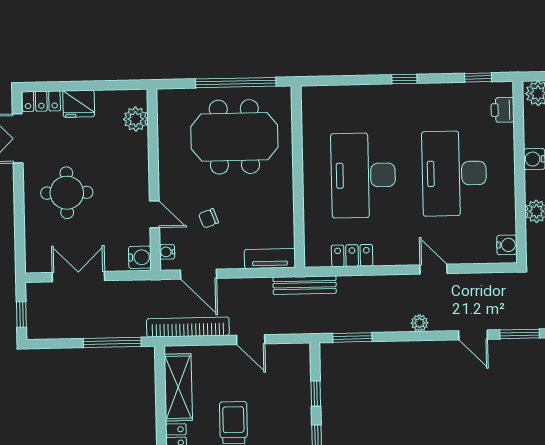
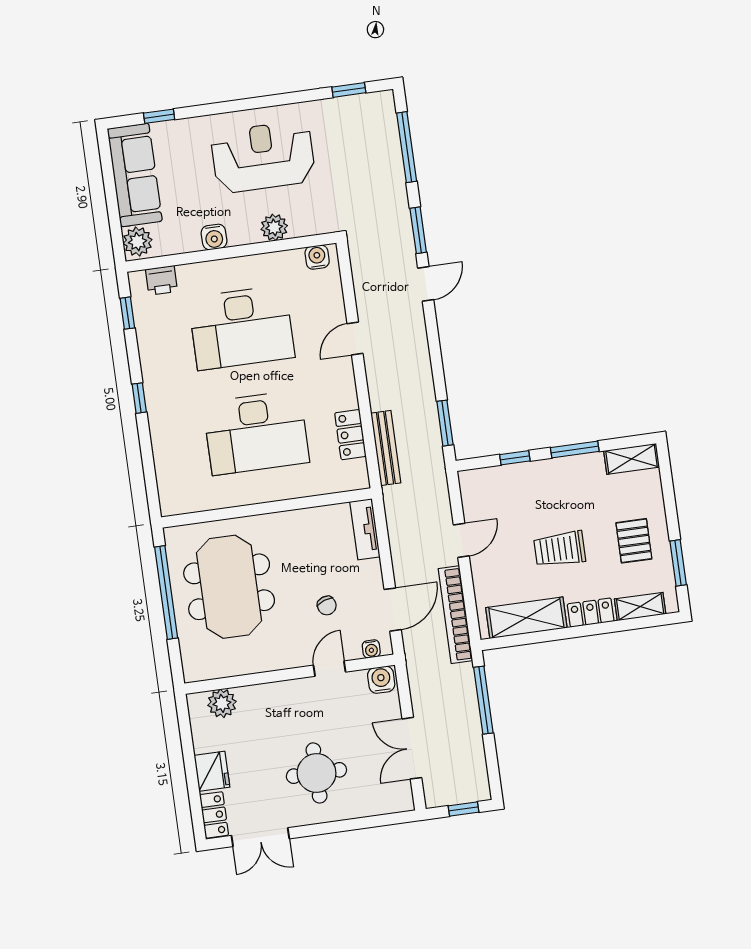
bench: (305, 285) -> (386, 448), moved
plant: (420, 323) -> (419, 347), removed

